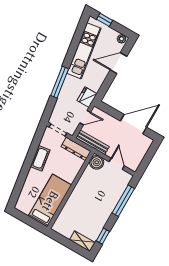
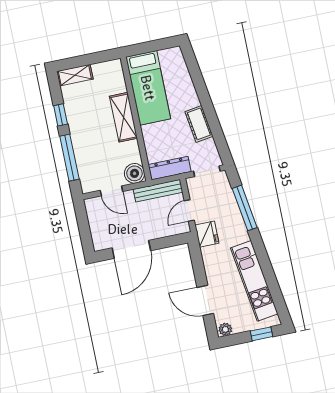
door: (119, 63) -> (205, 300), swing flipped
window: (60, 82) -> (245, 208), moved
shelving: (76, 197) -> (123, 117), added
window: (103, 236) -> (61, 115), moved

